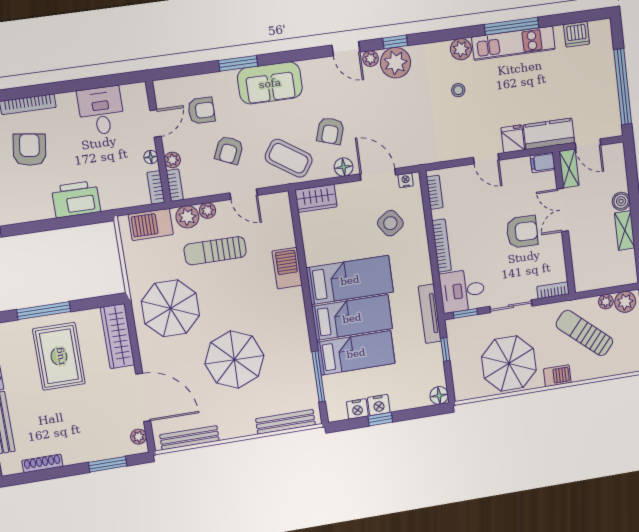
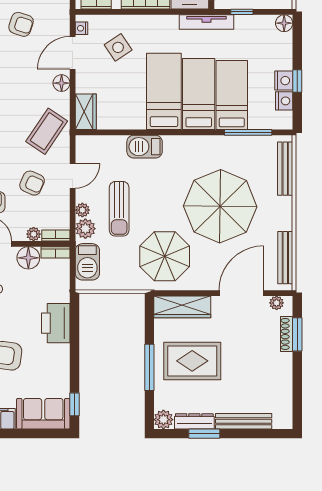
armchair: (330, 131) -> (21, 24), moved
floor lamp: (151, 157) -> (28, 258), width x1.89, depth x1.89
parasol: (234, 360) -> (220, 206), width x1.36, depth x1.36
shoe rack: (42, 463) -> (287, 334), moved

